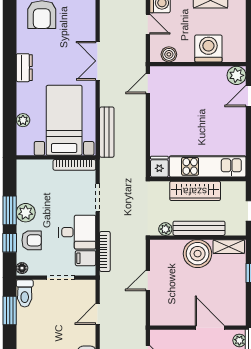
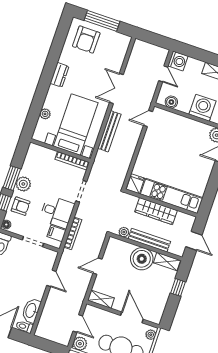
bench: (107, 132) -> (109, 131), moved
door: (98, 314) -> (51, 278), swing flipped
shelving: (165, 319) -> (101, 299), added

